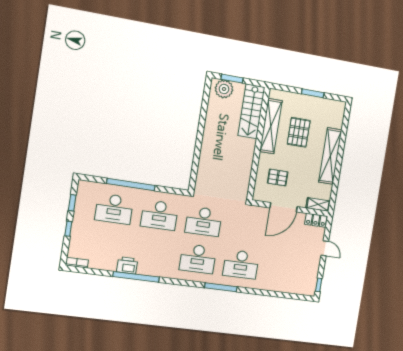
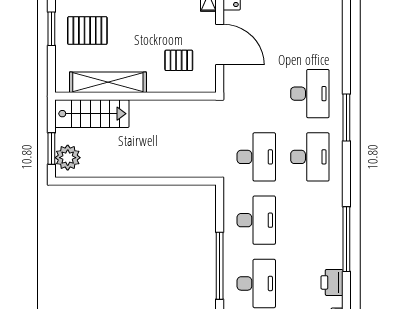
pallet: (299, 132) -> (87, 31), moved
pallet: (278, 178) -> (179, 60), turned 90
printer: (127, 265) -> (332, 282), moved

